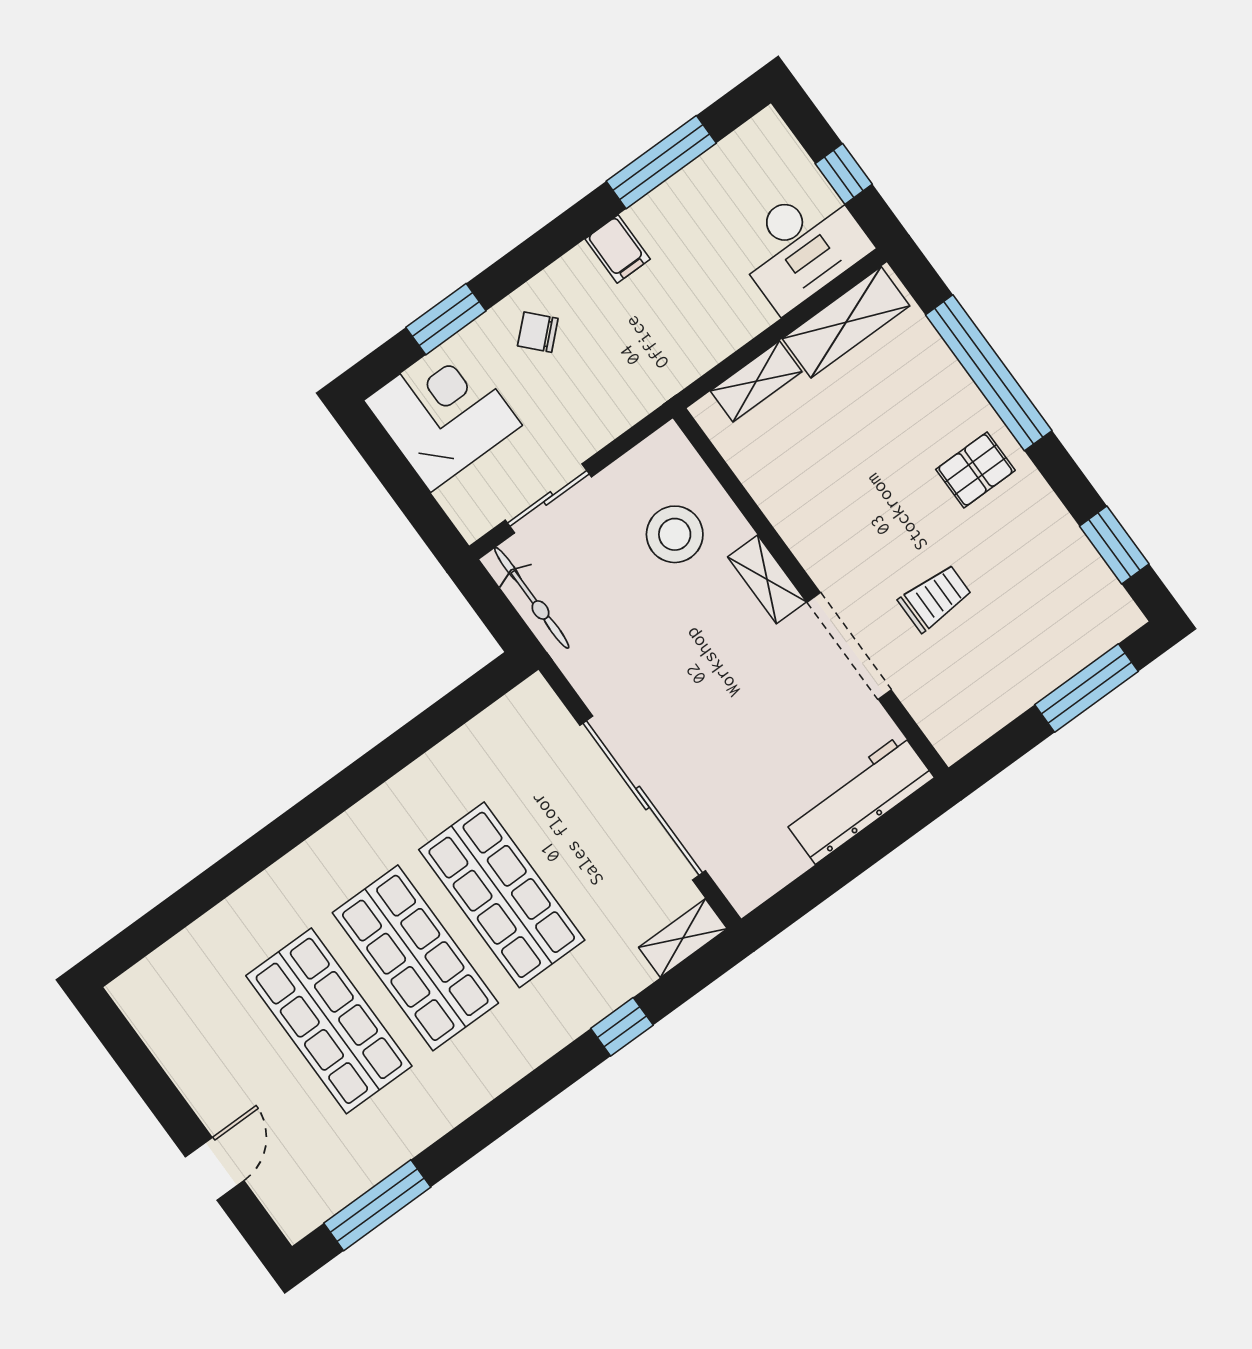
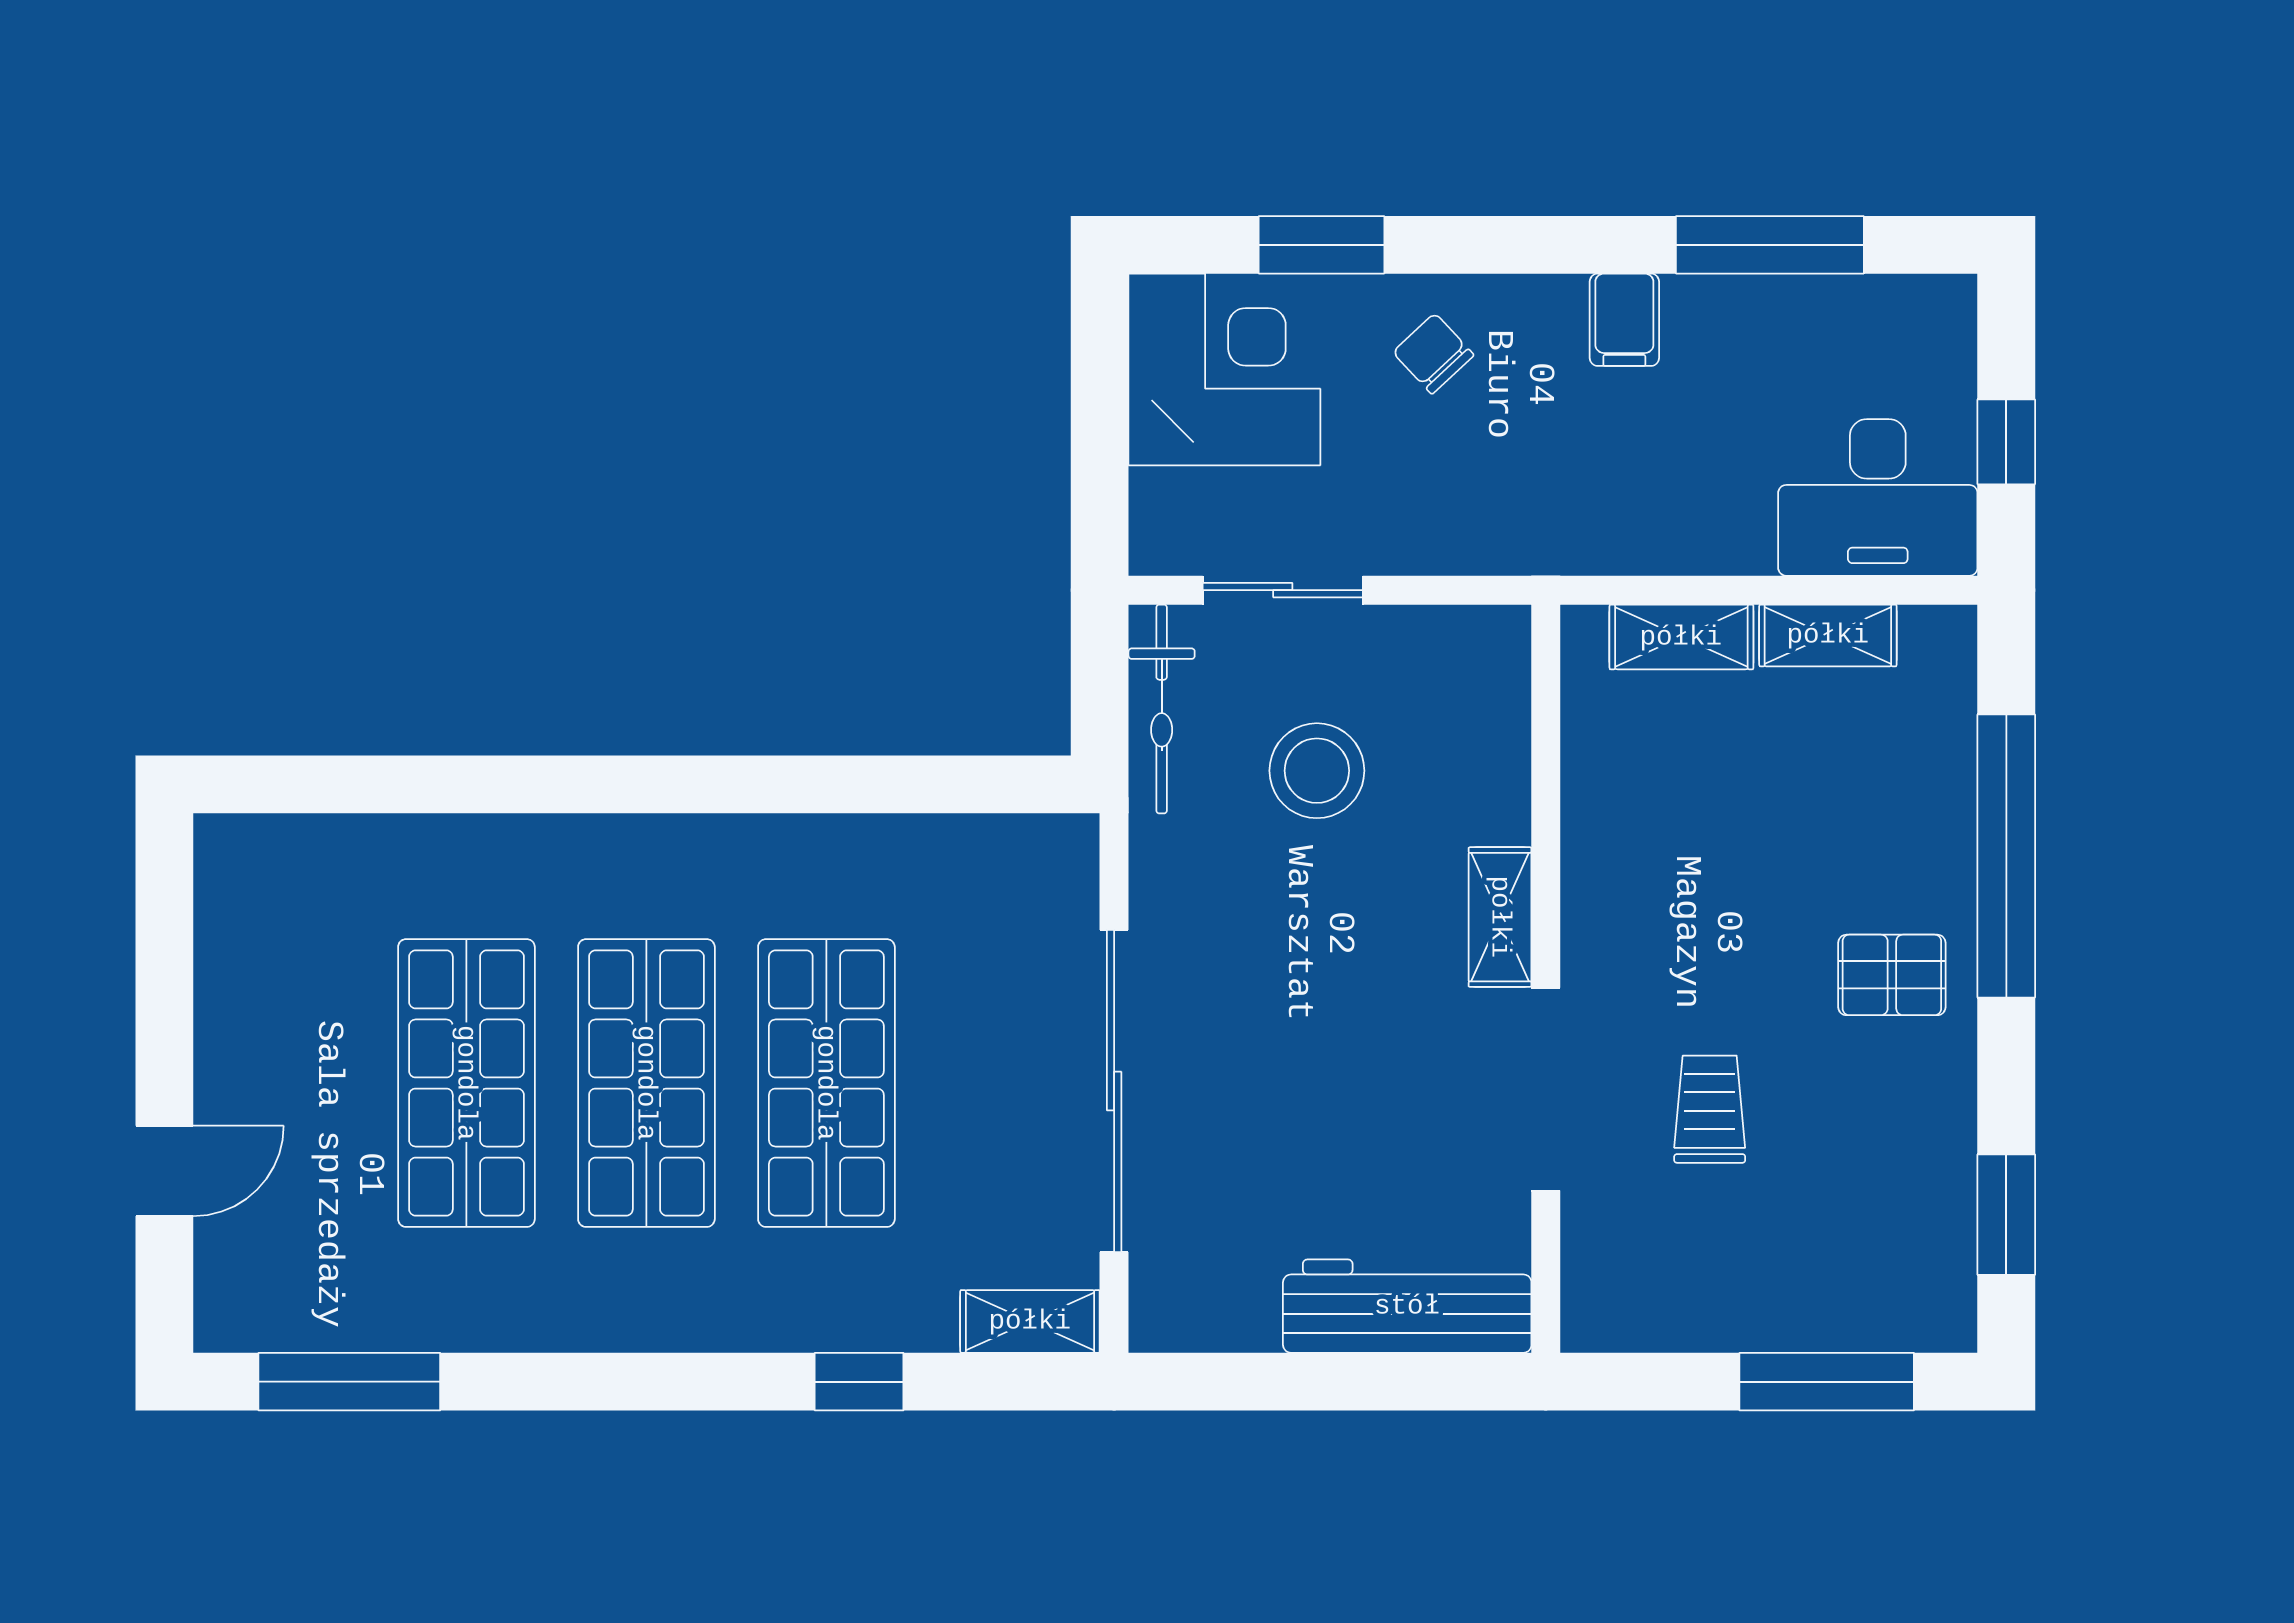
shelving: (846, 322) -> (1828, 635), width x0.67, depth x0.75
stool: (675, 534) -> (1317, 771), moved
trolley: (935, 598) -> (1710, 1109), turned -90

